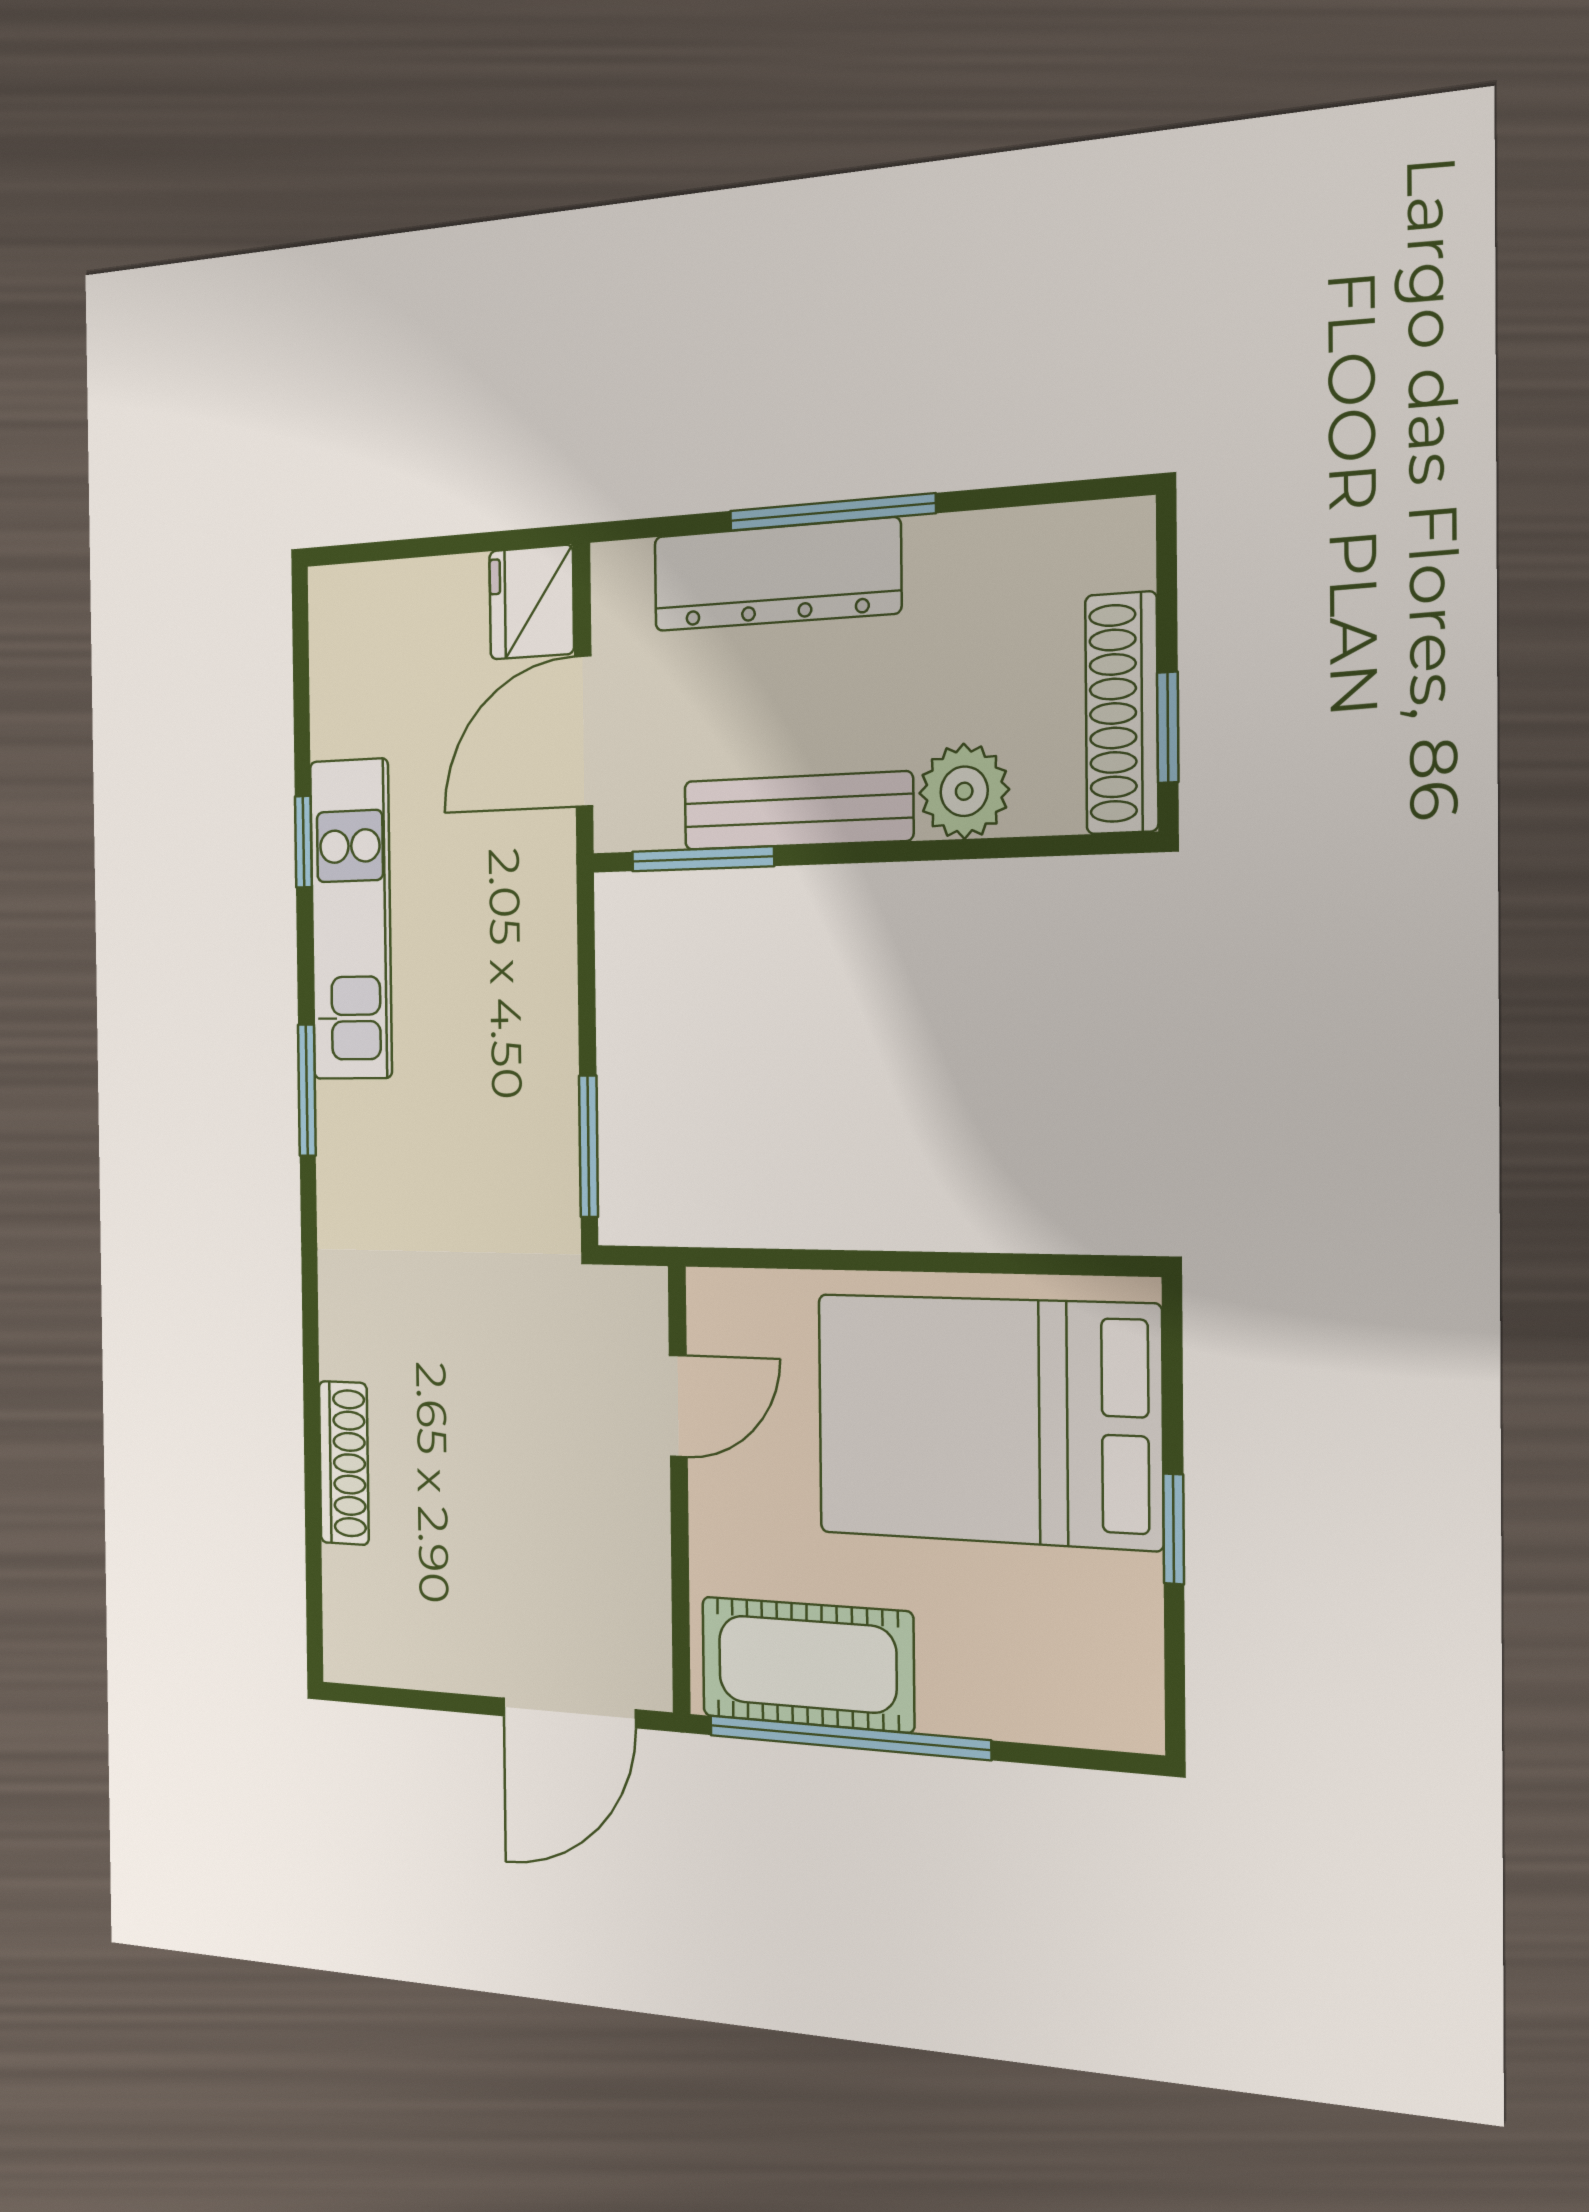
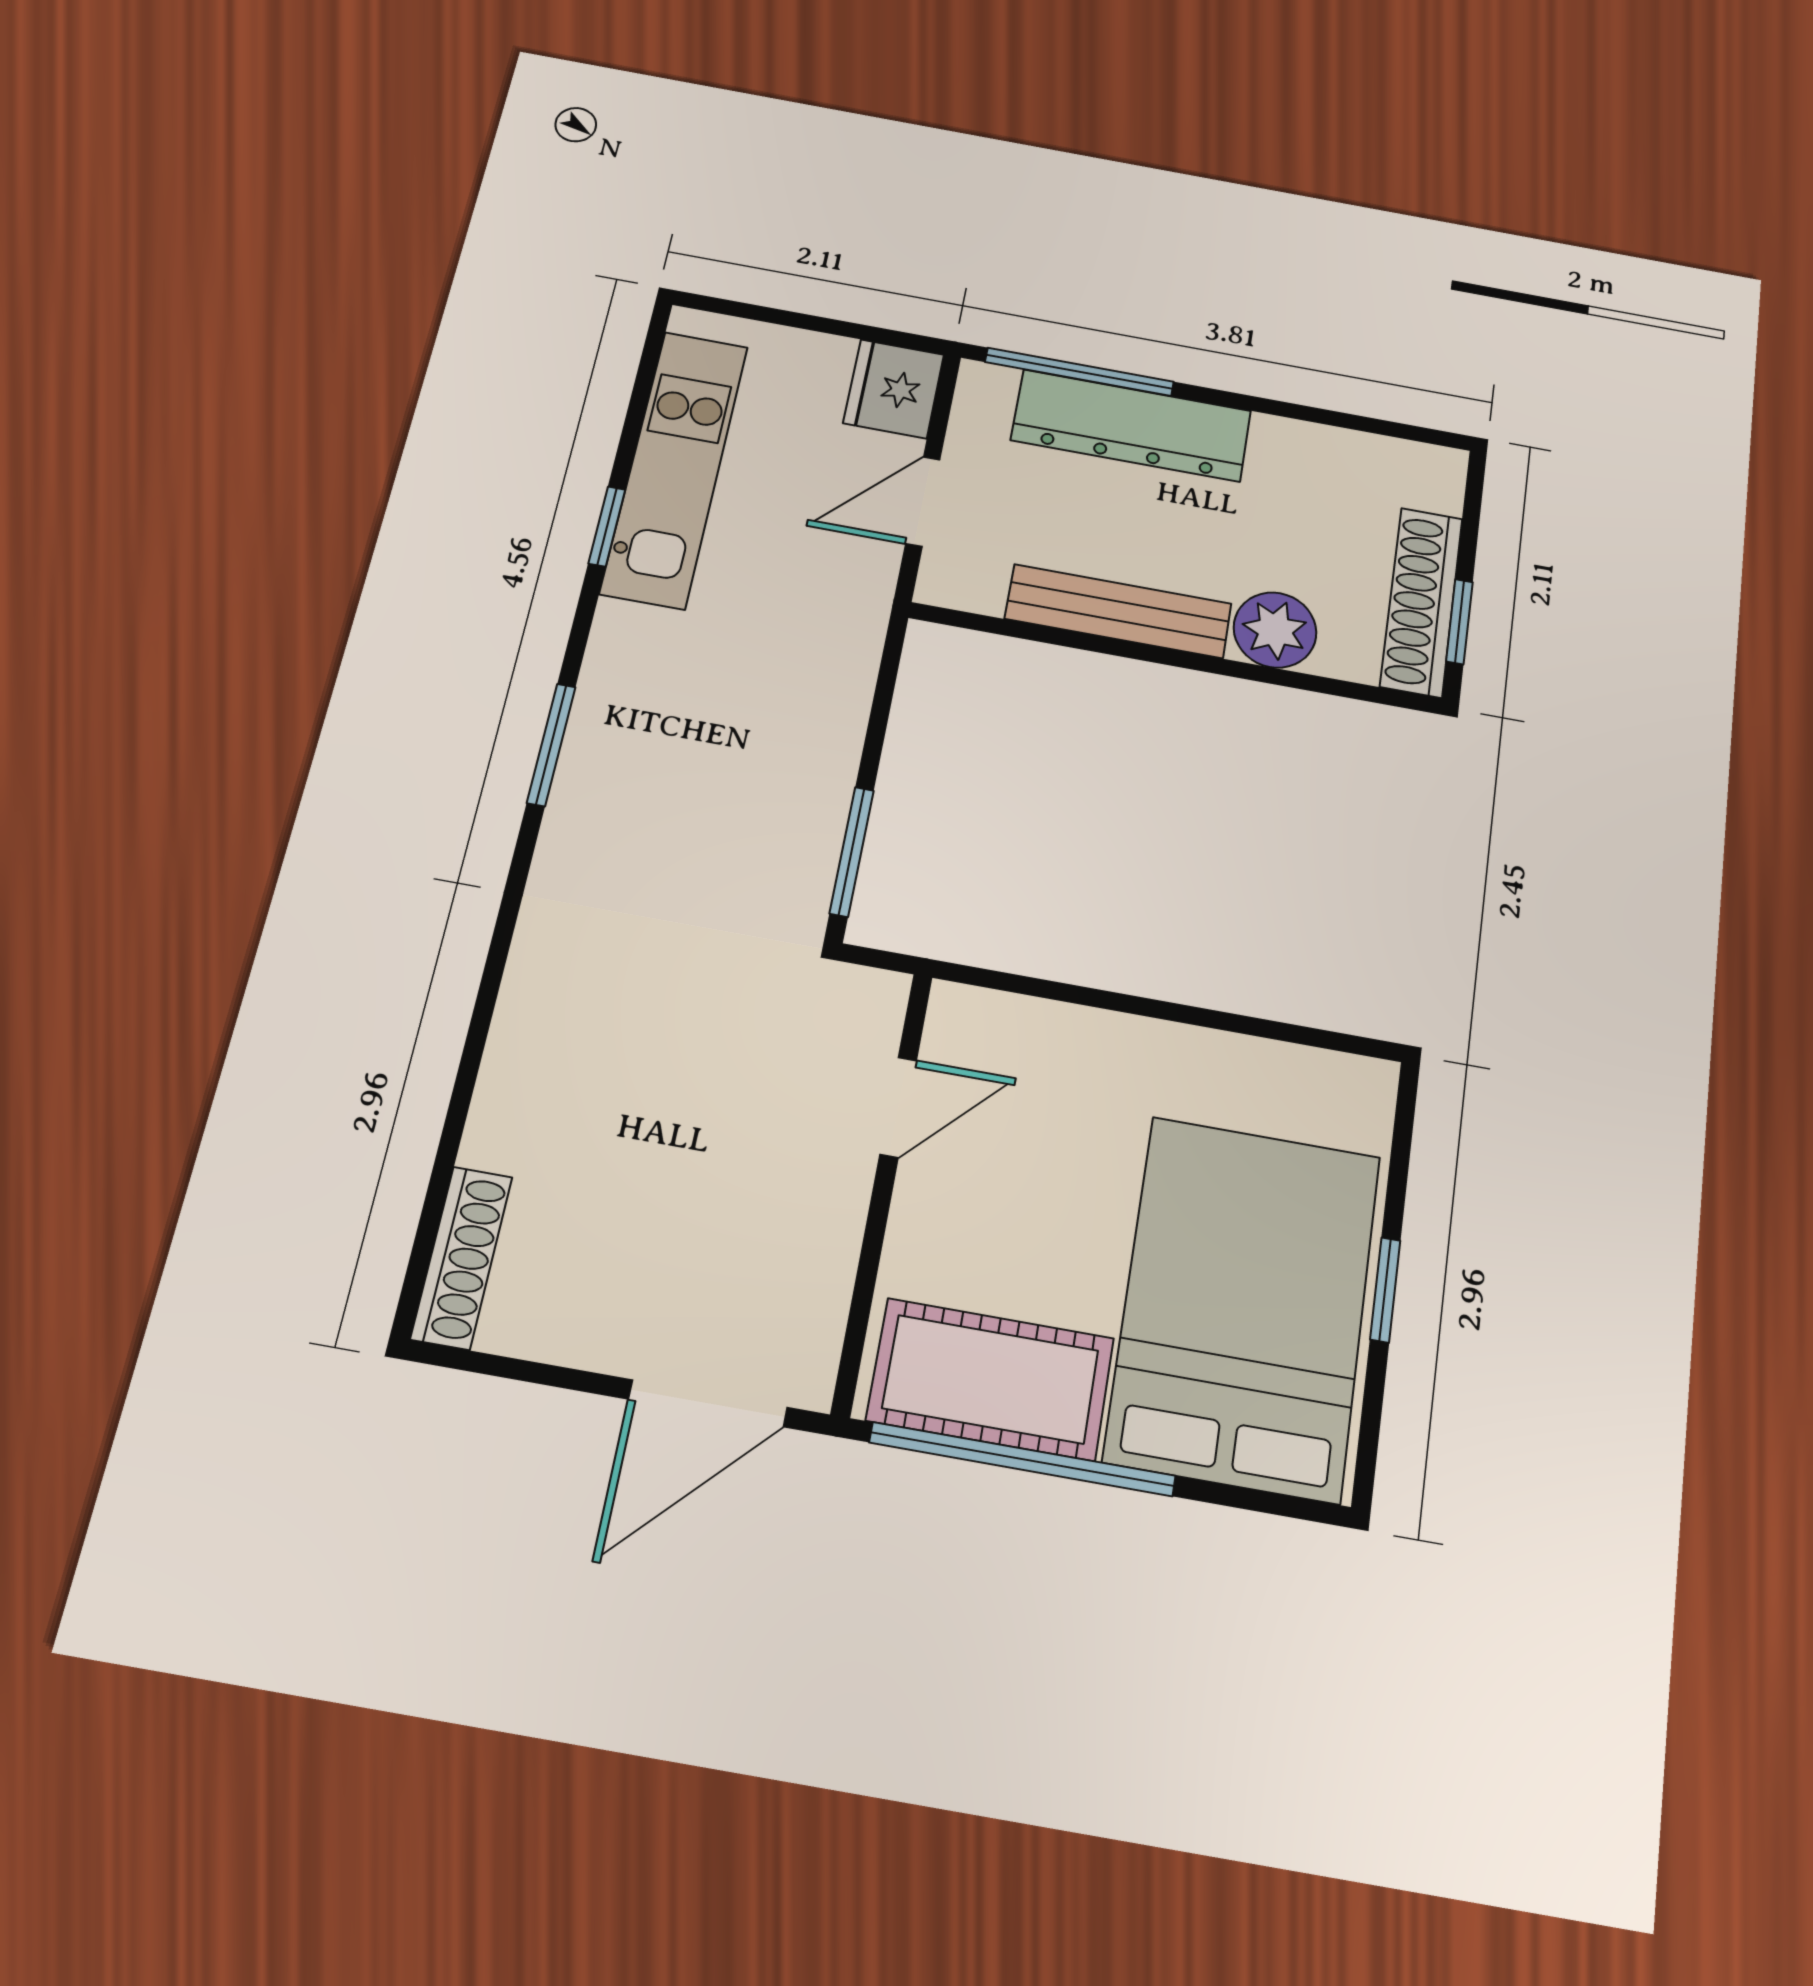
window: (832, 512) -> (1079, 372), moved
door: (584, 731) -> (923, 502), width x0.73
window: (703, 859) -> (1019, 630), removed
kitchen unit: (351, 919) -> (675, 468), moved
bed: (987, 1420) -> (1244, 1306), moved, turned 90
shoe rack: (344, 1463) -> (462, 1258), moved

